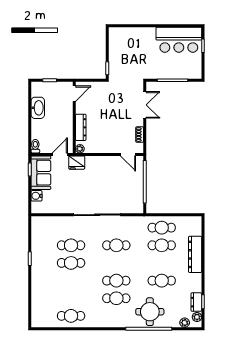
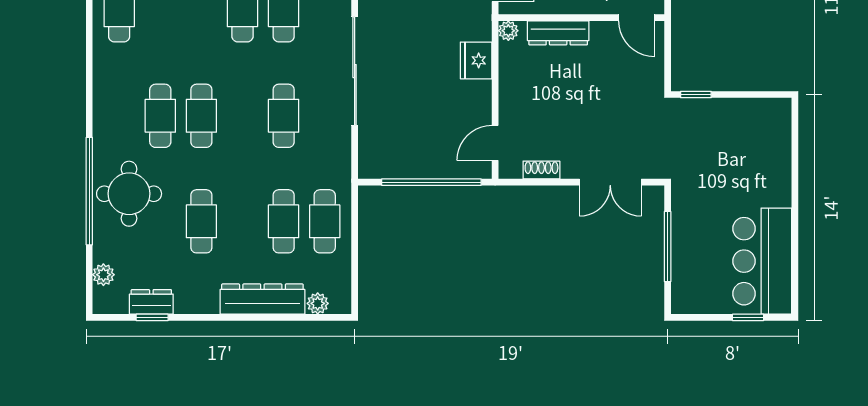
fridge: (77, 163) -> (476, 60), moved
plant: (197, 317) -> (318, 303), moved

